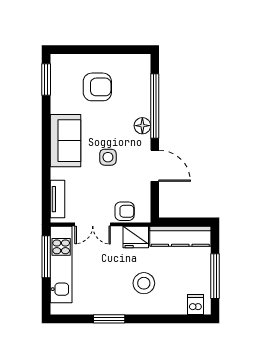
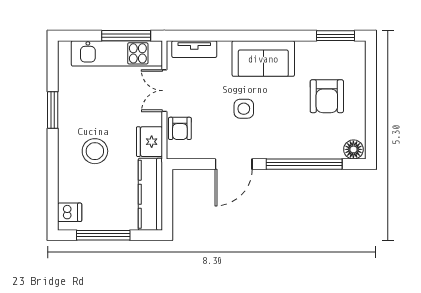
floor lamp: (142, 126) -> (353, 149), moved

